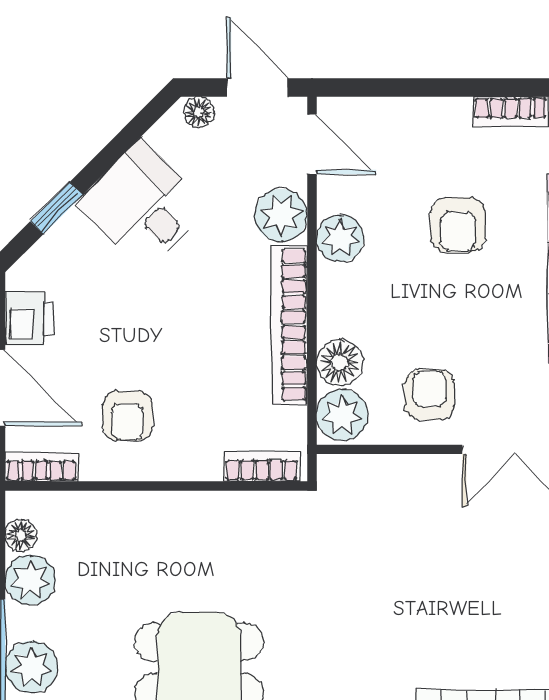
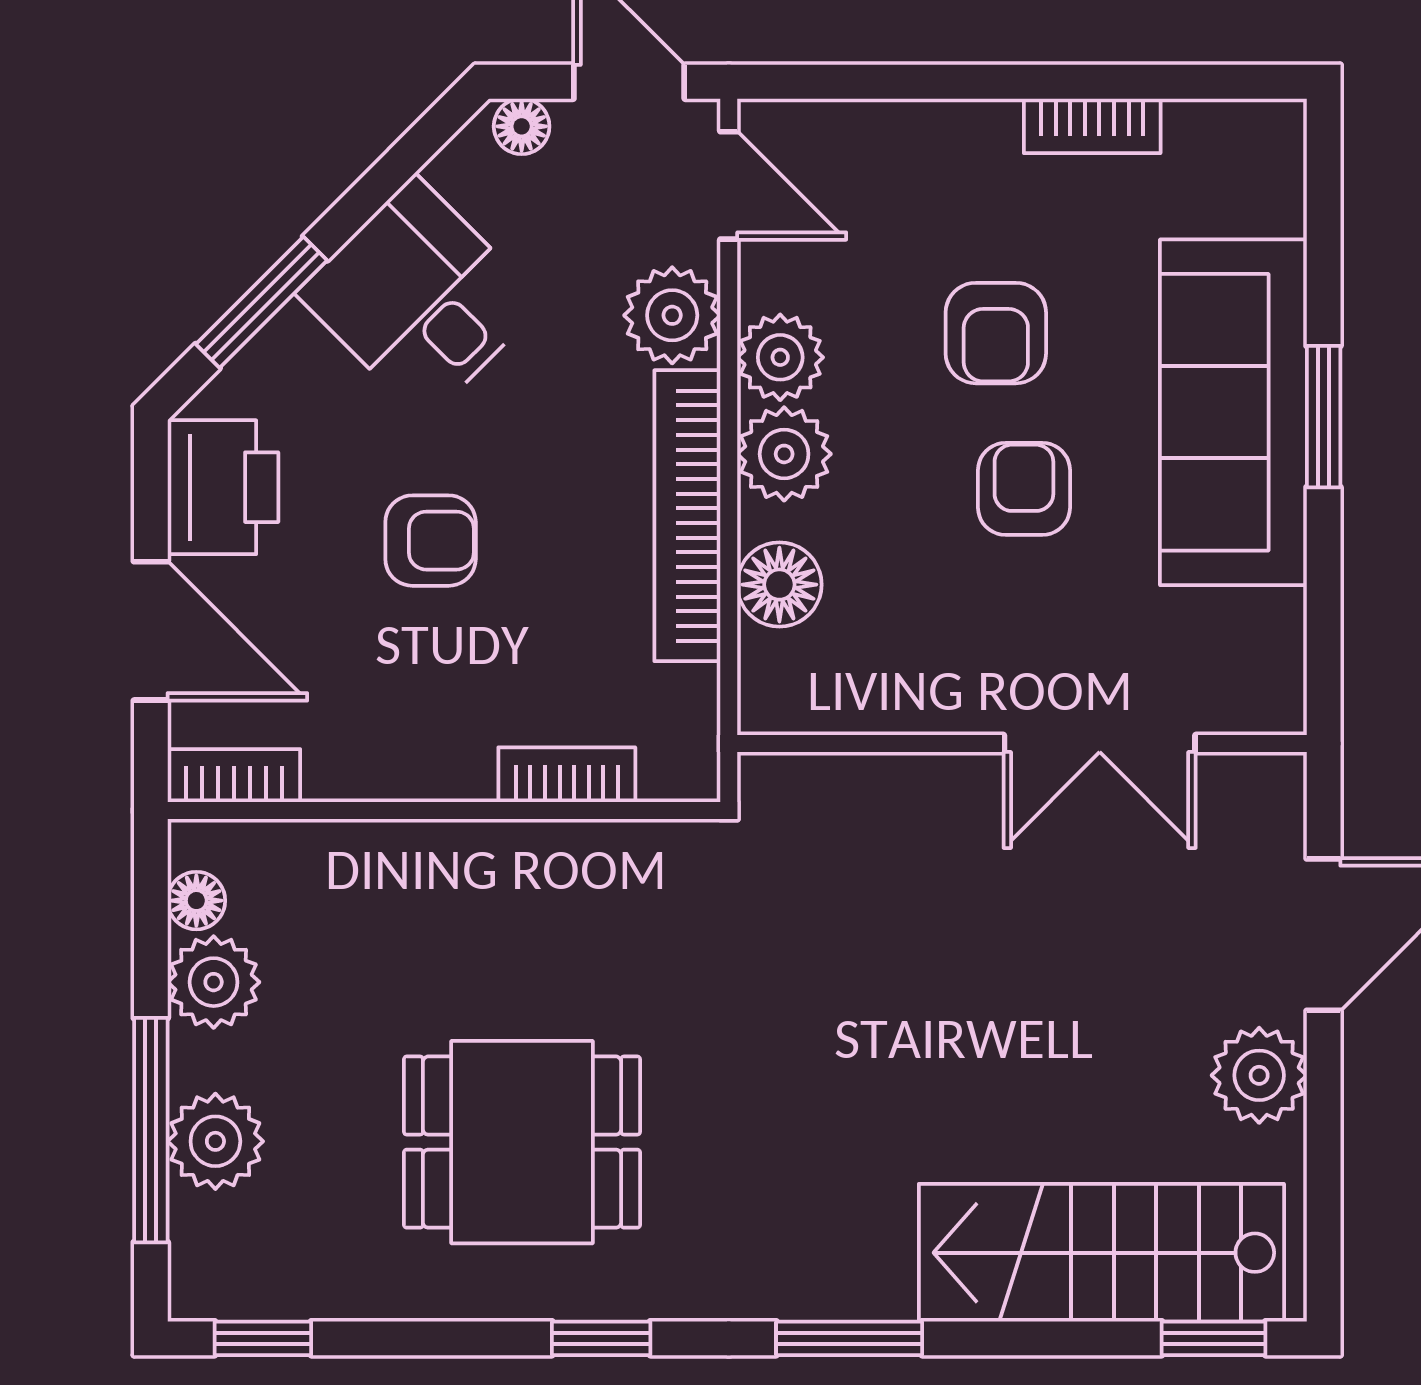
window: (56, 208) -> (261, 302), width x1.50
printer: (30, 319) -> (223, 487), width x1.36, depth x1.24
armchair: (429, 395) -> (1024, 489), moved
plant: (342, 415) -> (784, 454), moved
armchair: (128, 416) -> (431, 541), moved, turned -90
bookcase: (262, 466) -> (567, 775), moved

